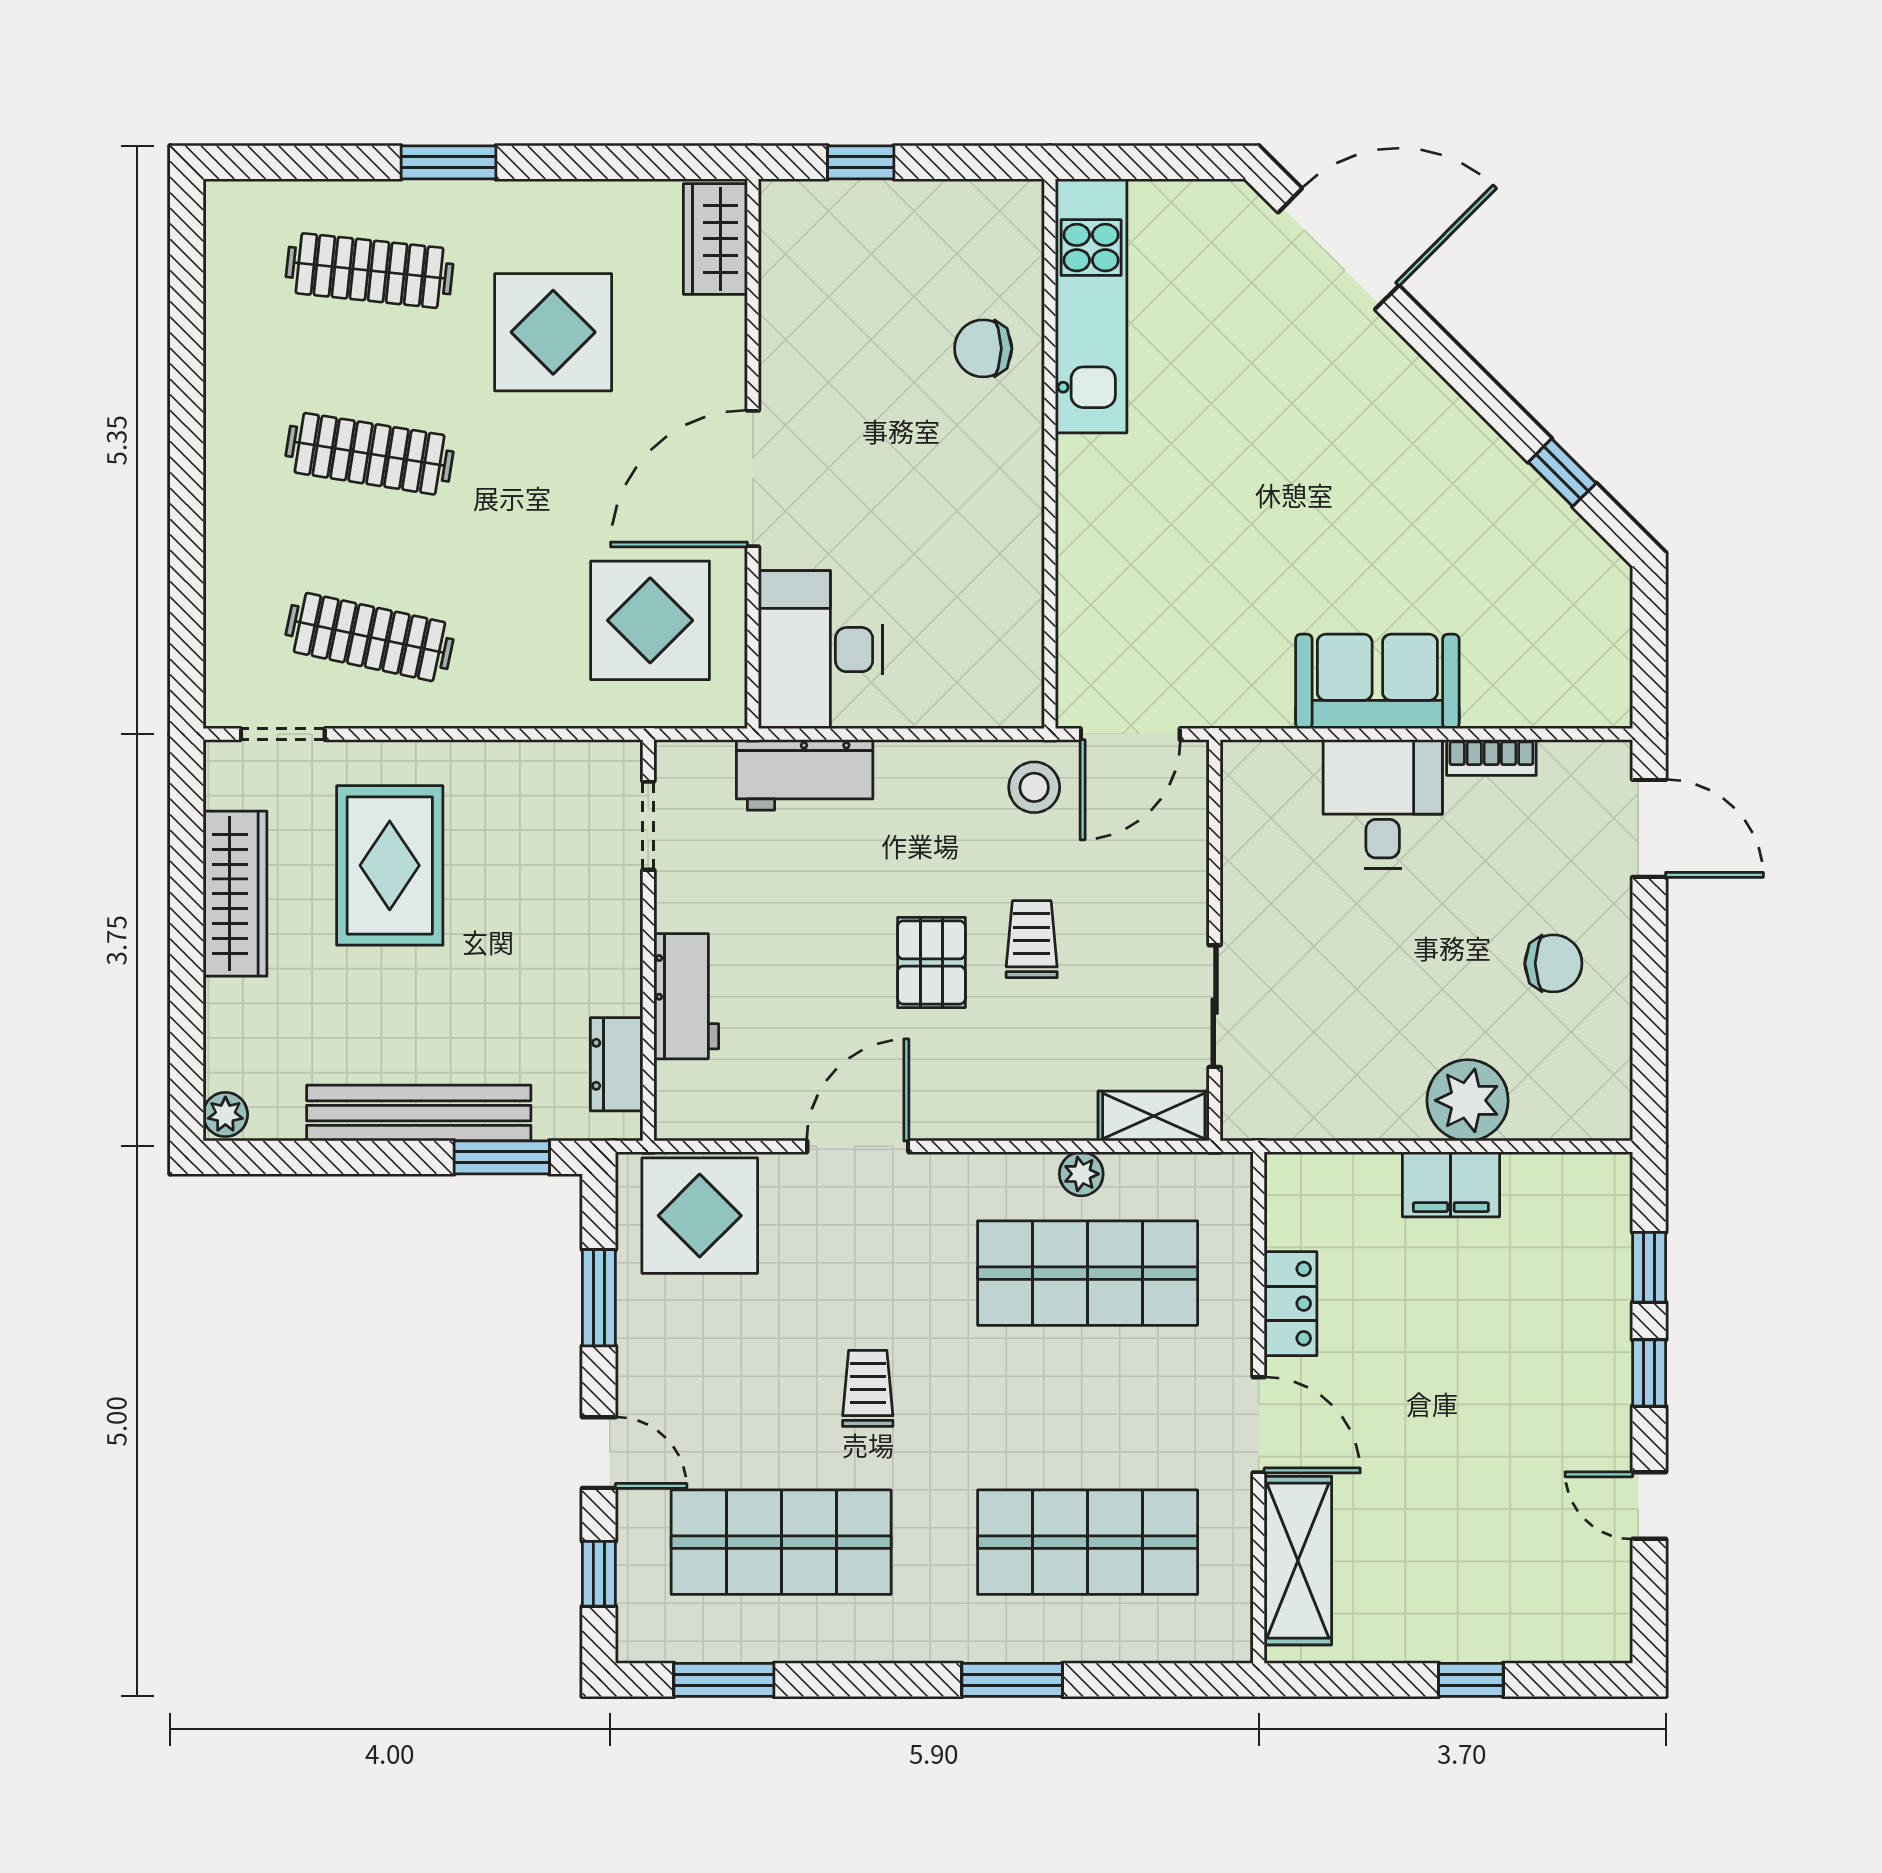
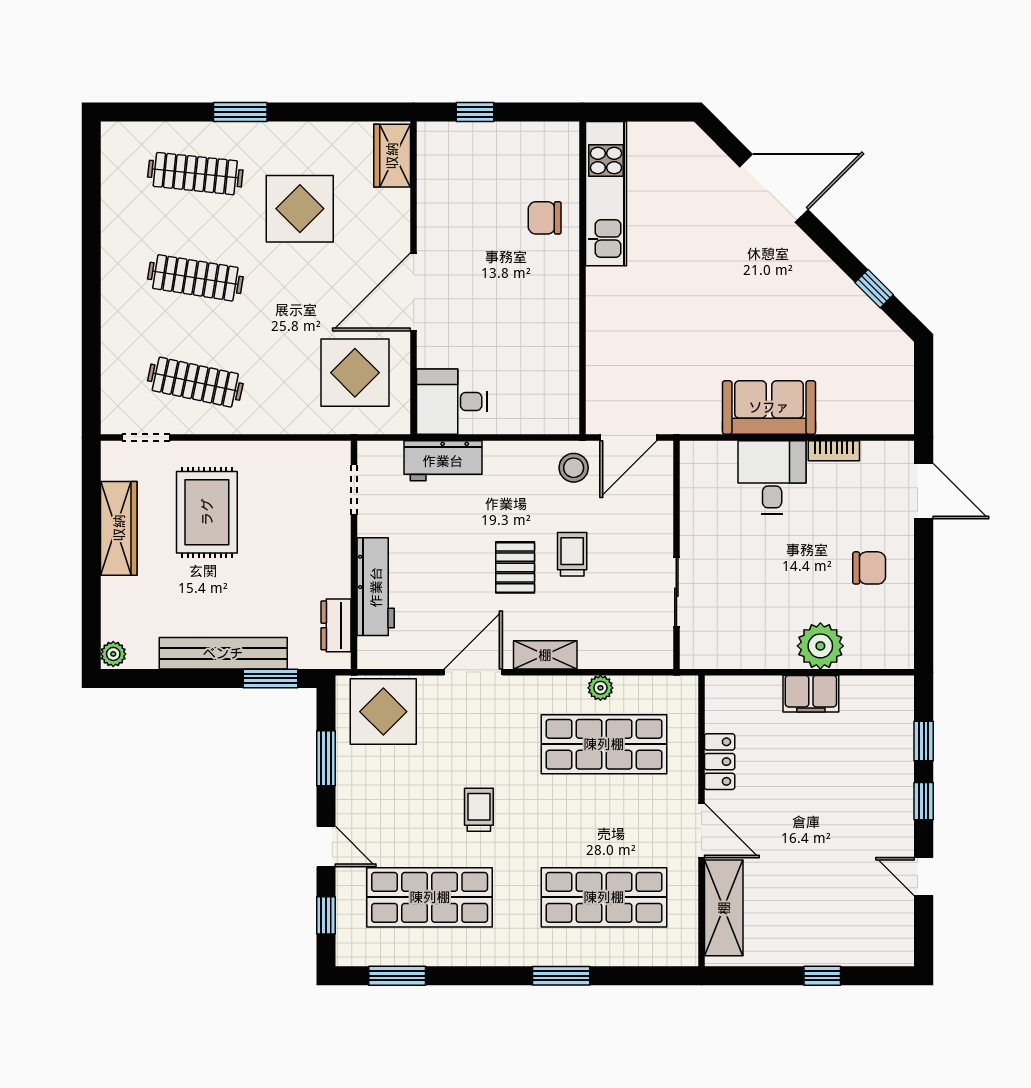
door: (1339, 249) -> (774, 188), moved
desk: (821, 650) -> (452, 402), width x0.73
workbench: (686, 996) -> (376, 587), width x1.38
shelving: (1154, 1116) -> (545, 655), moved

